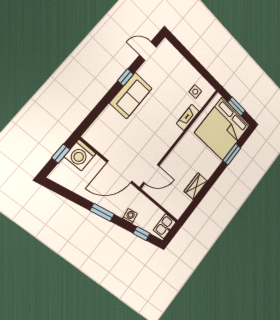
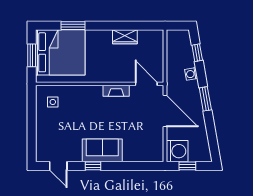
fireplace: (188, 117) -> (116, 91), moved
kitchen sink: (165, 226) -> (177, 37), removed

